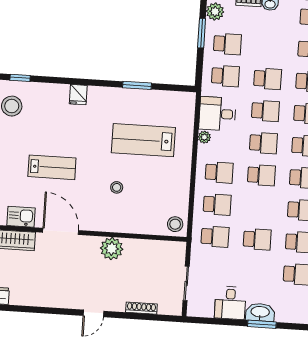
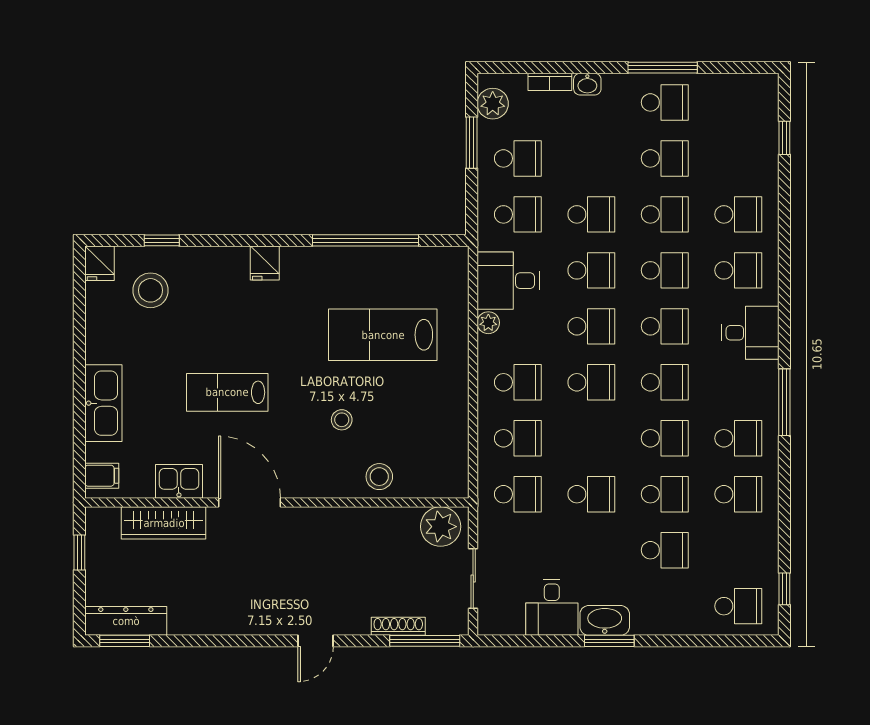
window: (137, 85) -> (366, 240), width x2.11
lab bench: (52, 167) -> (227, 392), turned 180
stool: (175, 224) -> (379, 477), moved
plant: (112, 249) -> (441, 527), moved
window: (156, 317) -> (425, 641), added

